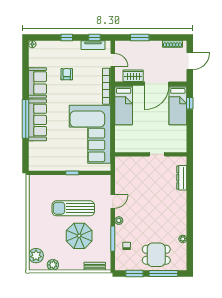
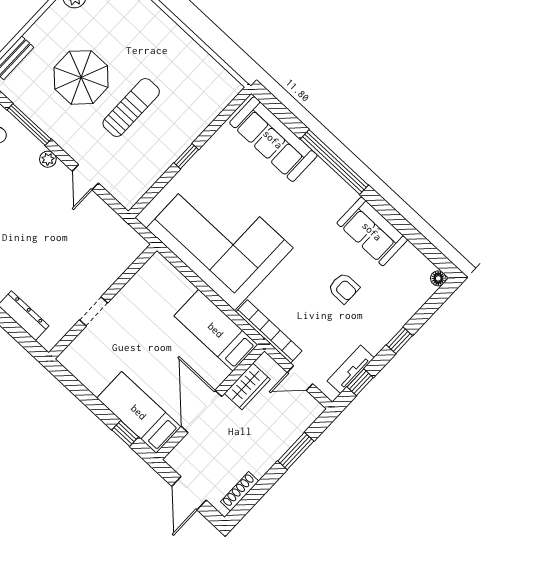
sofa: (38, 120) -> (273, 139), moved
sun lounger: (73, 208) -> (131, 108), width x0.73, depth x0.75

